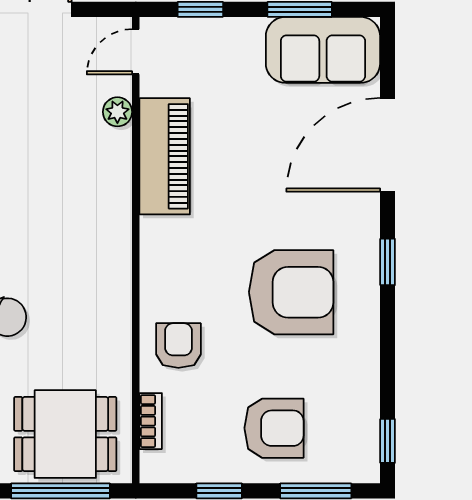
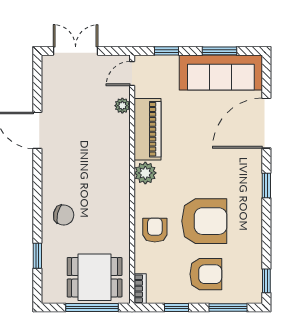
sofa: (323, 50) -> (221, 73), width x1.36
plant: (160, 238) -> (145, 173), added
armchair: (291, 292) -> (204, 221), moved
bookcase: (151, 421) -> (140, 289), moved

